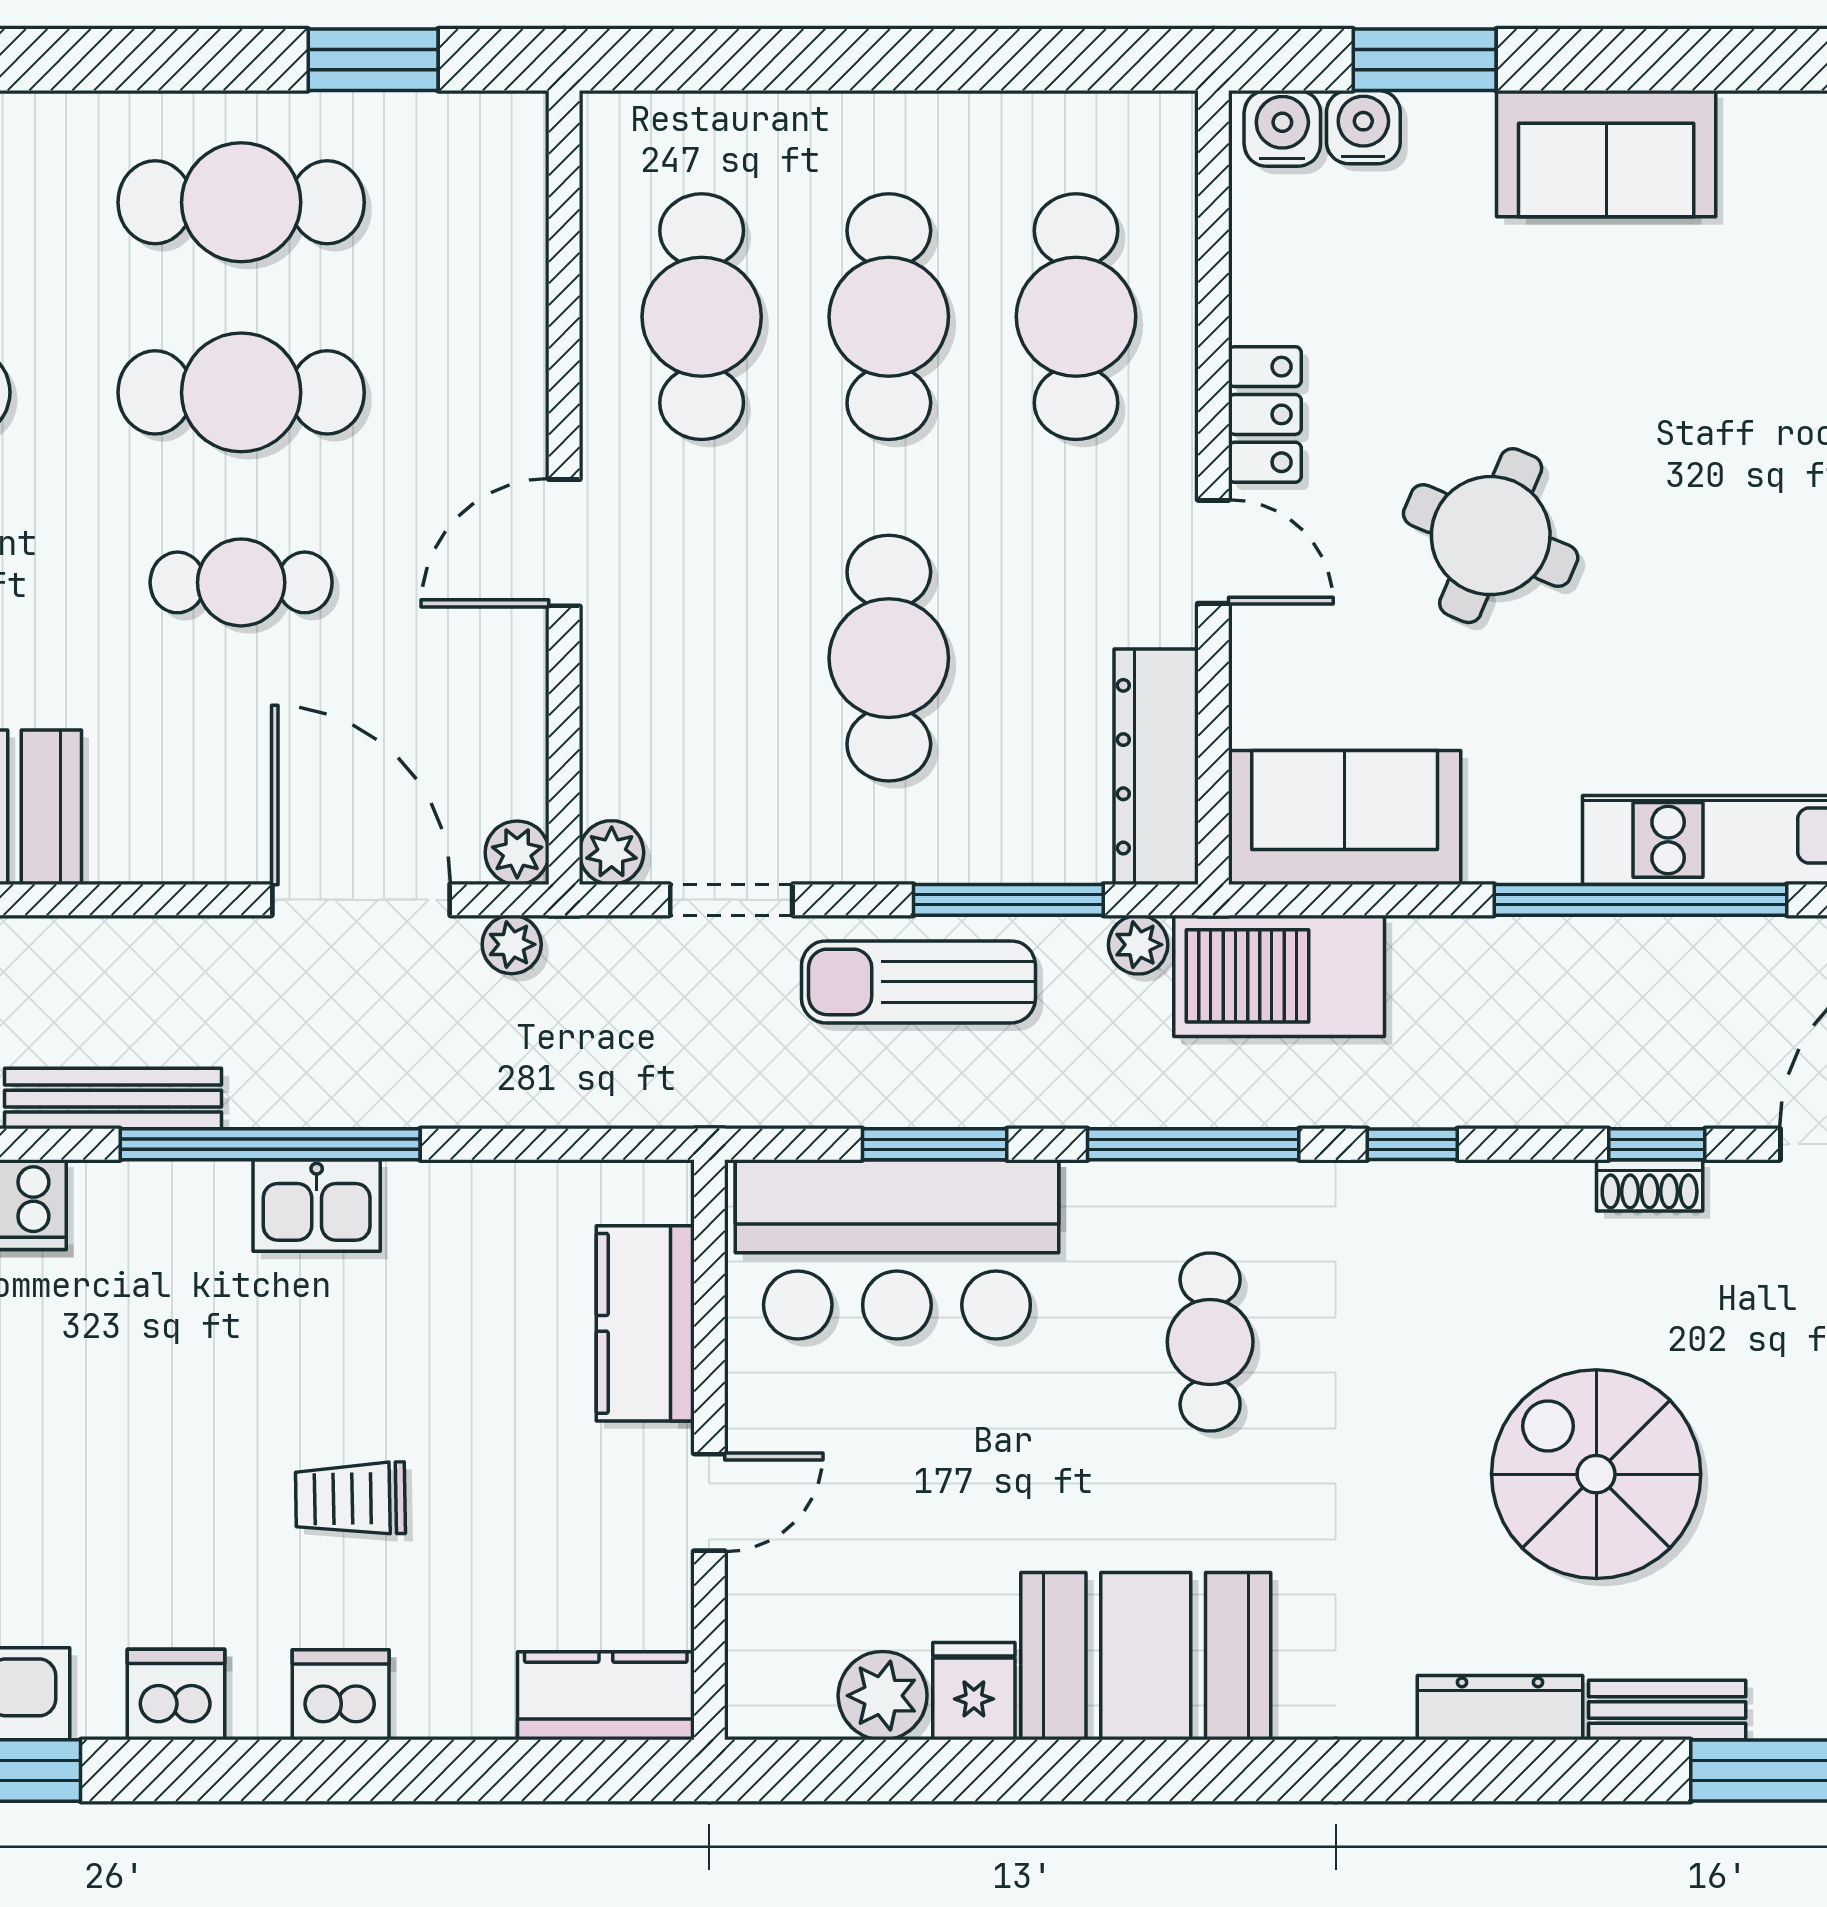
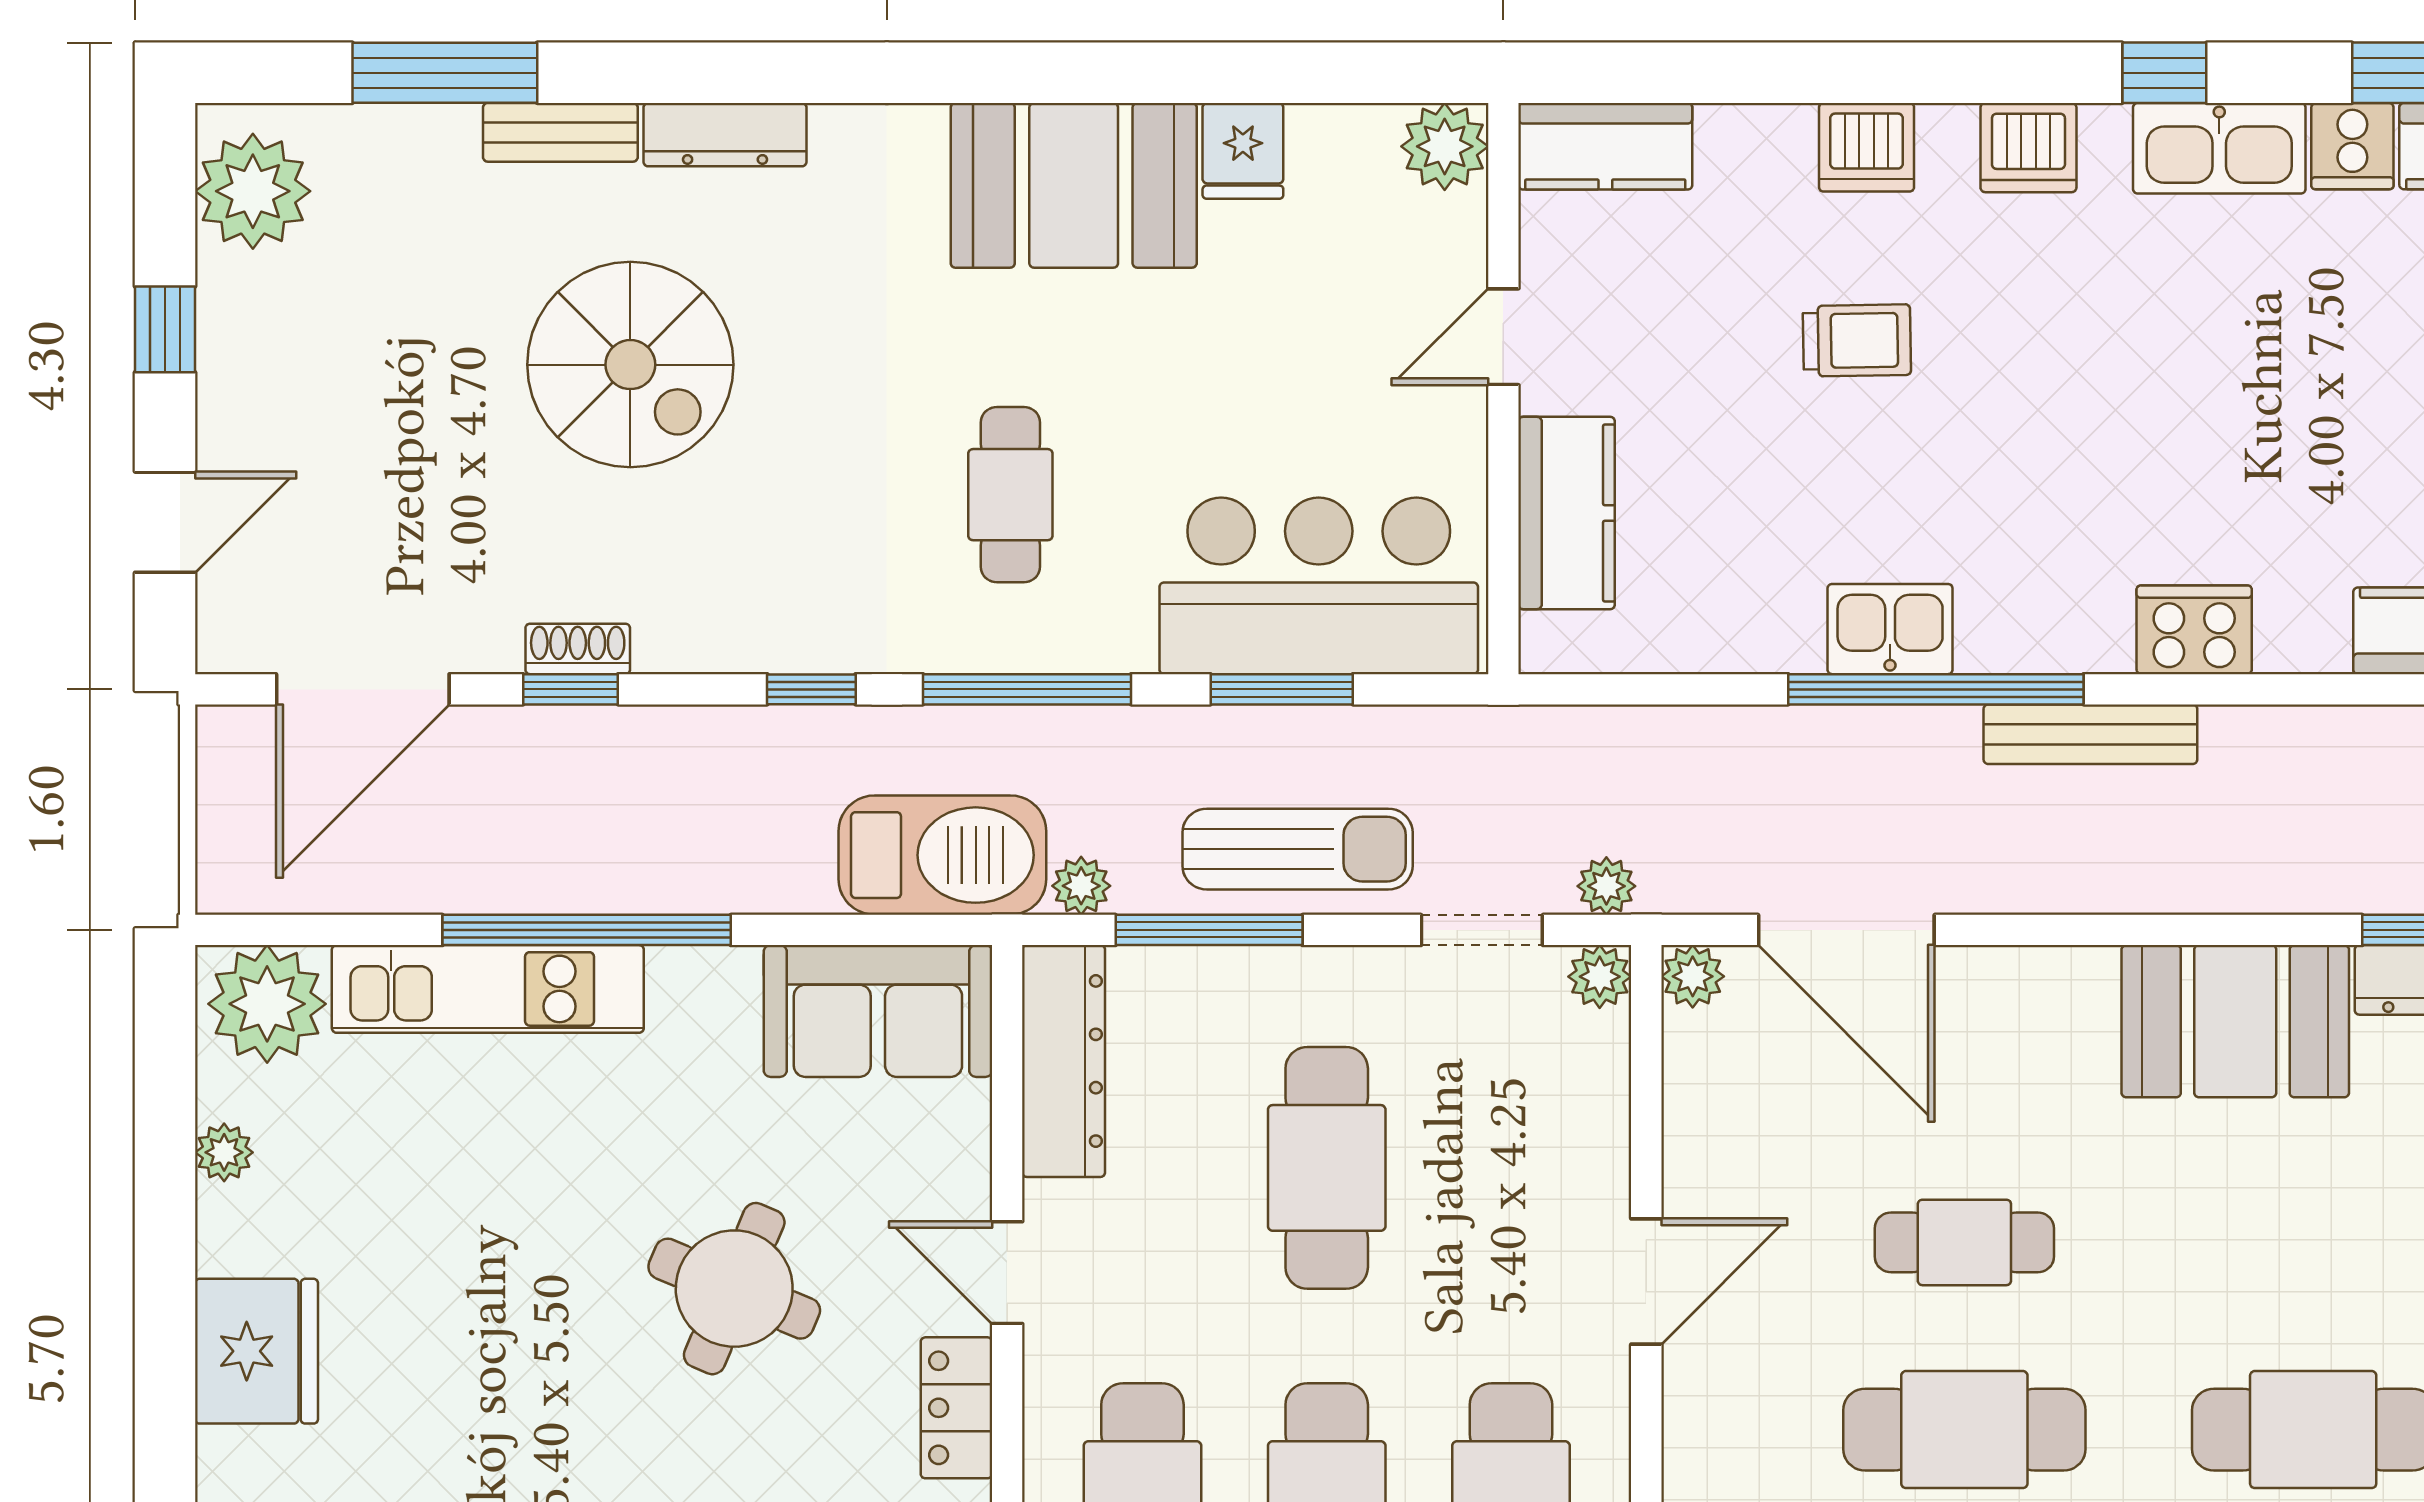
plant: (512, 944) -> (1606, 886), moved
plant: (883, 1696) -> (1445, 146), moved

